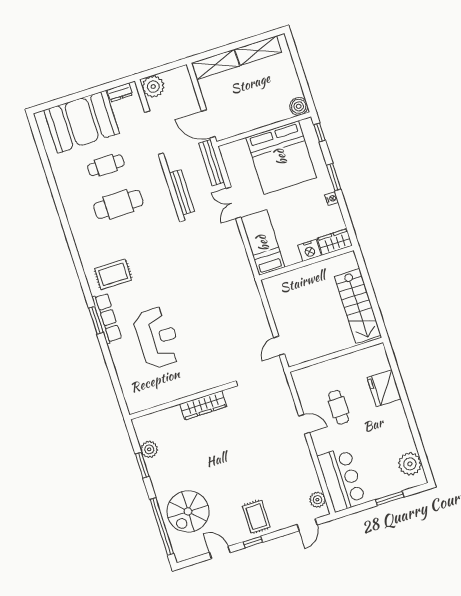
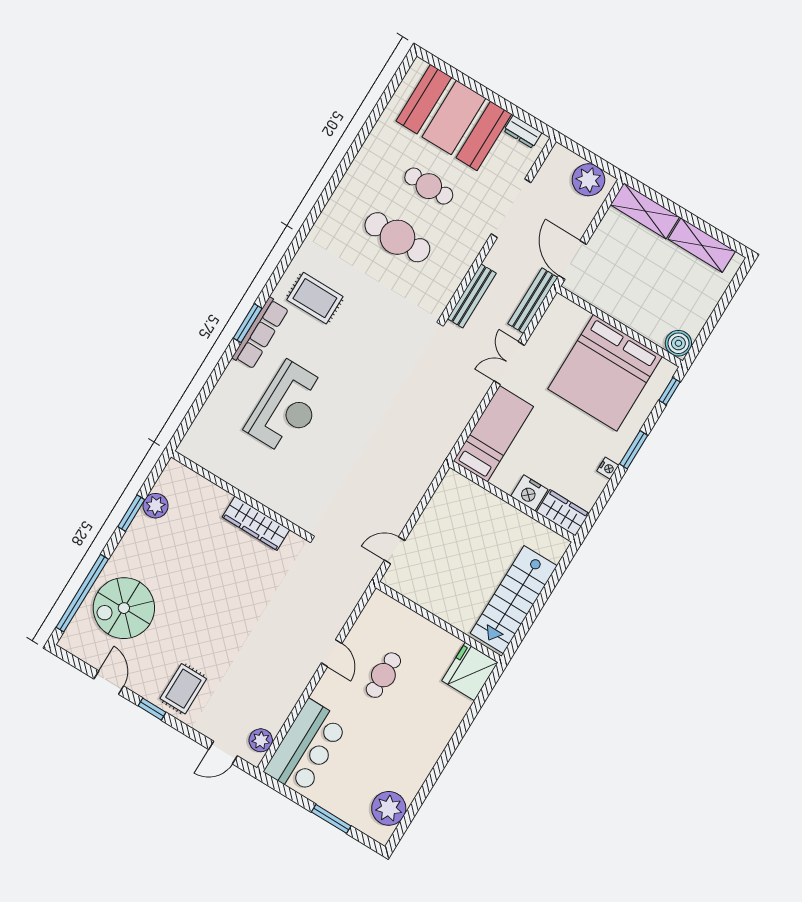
plant: (153, 87) -> (588, 180), moved
fridge: (384, 388) -> (470, 672), moved

